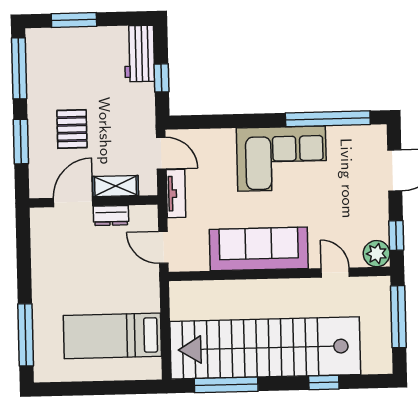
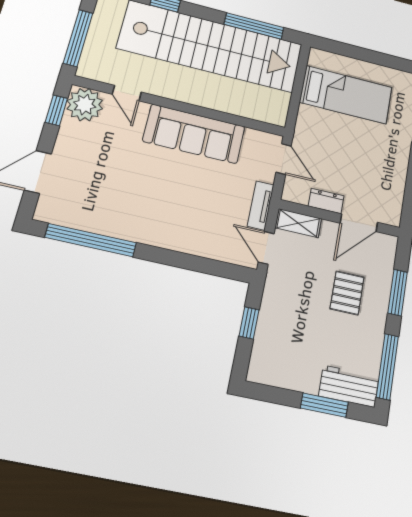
workbench: (139, 54) -> (349, 386), moved, turned -90
corner sofa: (282, 159) -> (149, 213), removed
shelving: (116, 186) -> (298, 223), moved
plant: (377, 254) -> (85, 105), width x1.36, depth x1.36

